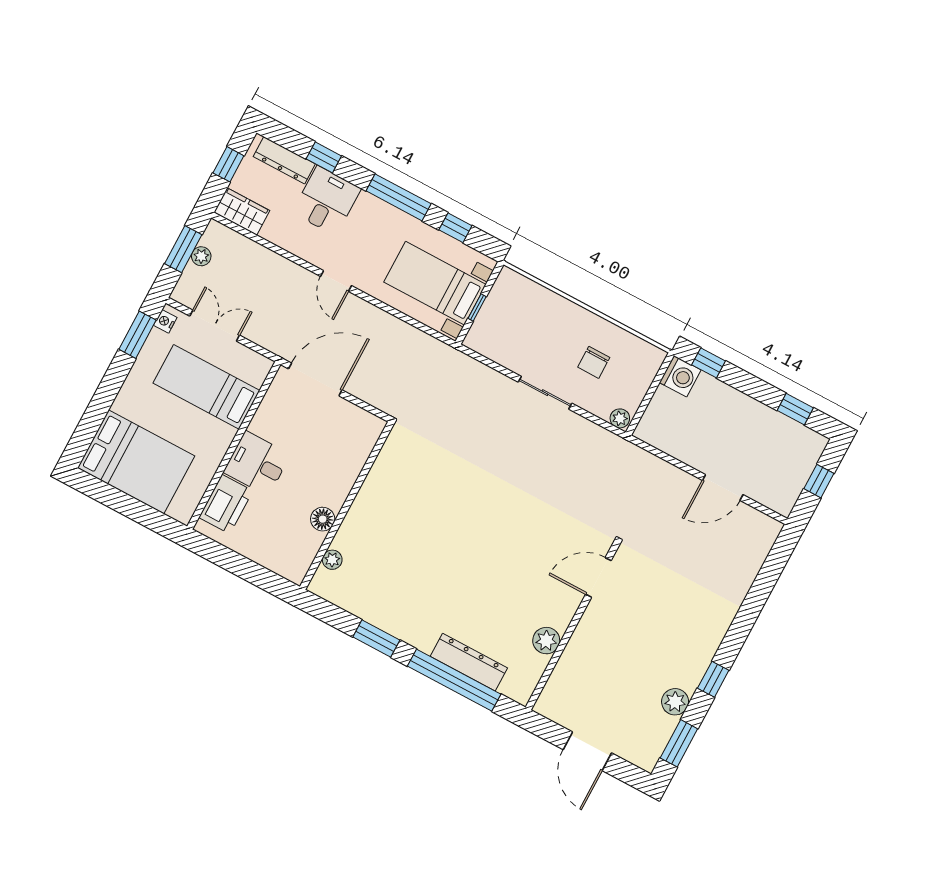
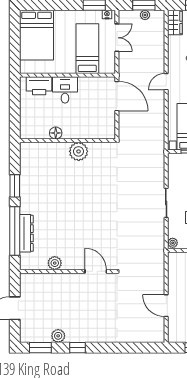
plant: (332, 560) -> (79, 151), moved, width x1.88, depth x1.88

